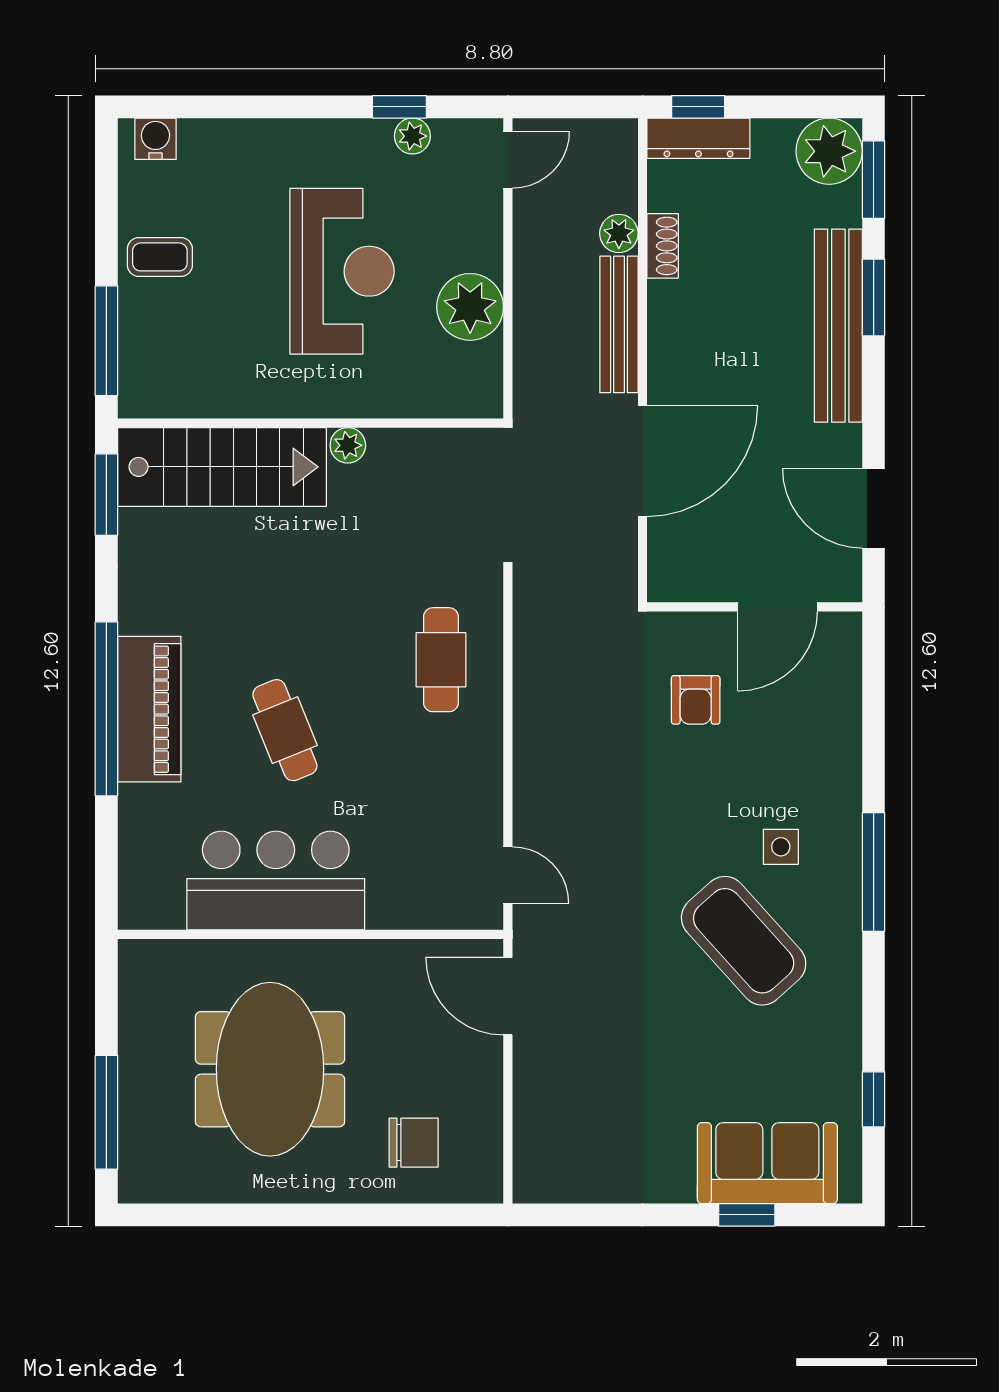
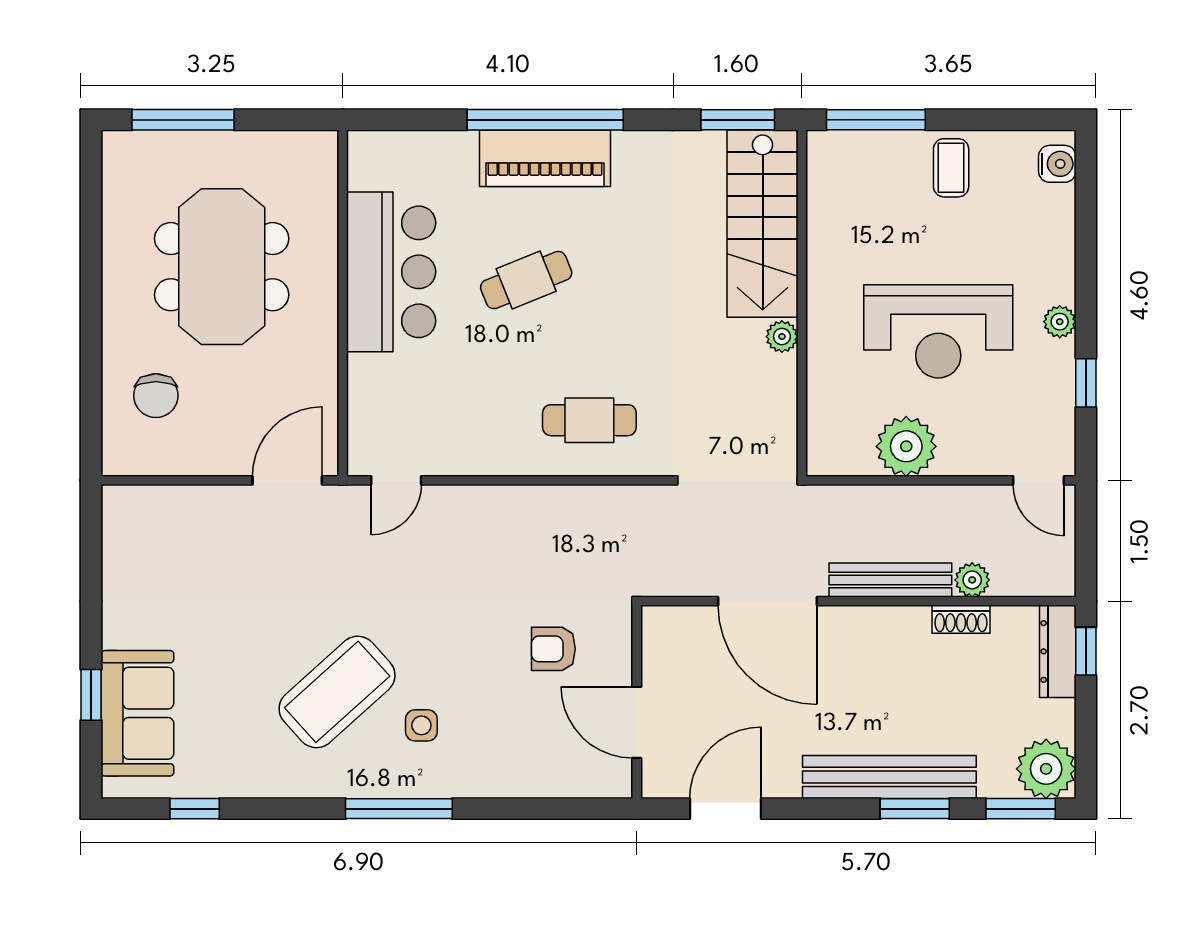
plant: (412, 136) -> (1060, 322), moved
meeting table: (270, 1069) -> (222, 267), turned 90

